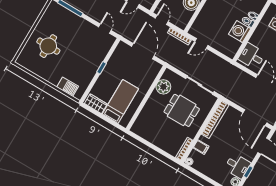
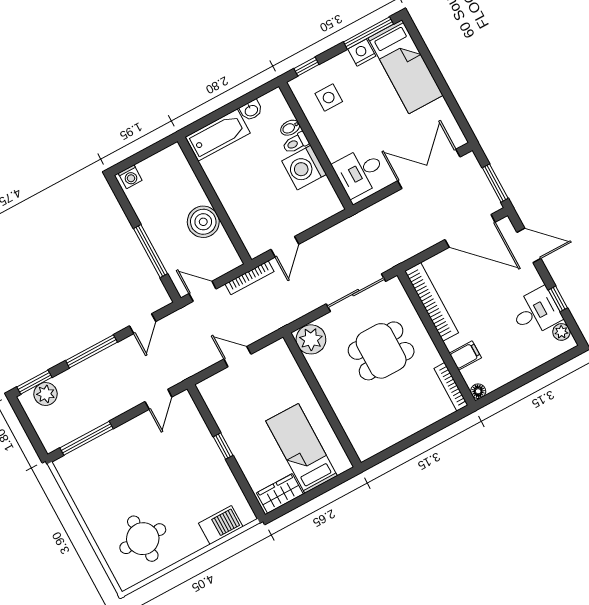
door: (105, 29) -> (158, 399), swing flipped
round table: (48, 46) -> (143, 539), moved
door: (143, 51) -> (237, 357), width x0.53
plant: (163, 87) -> (311, 339), moved

